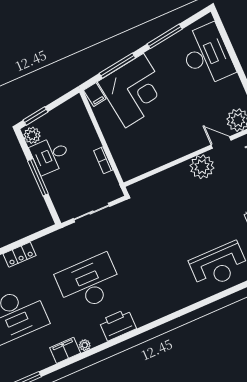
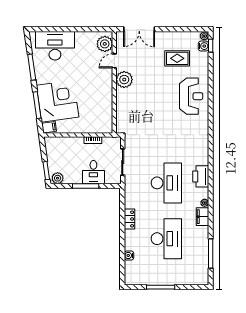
desk: (50, 155) -> (93, 172), moved
desk: (89, 283) -> (166, 183), turned 180

